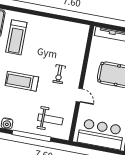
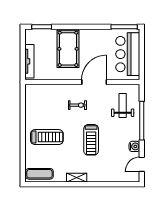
treadmill: (16, 37) -> (47, 137), moved
door: (79, 95) -> (94, 82), width x1.88

